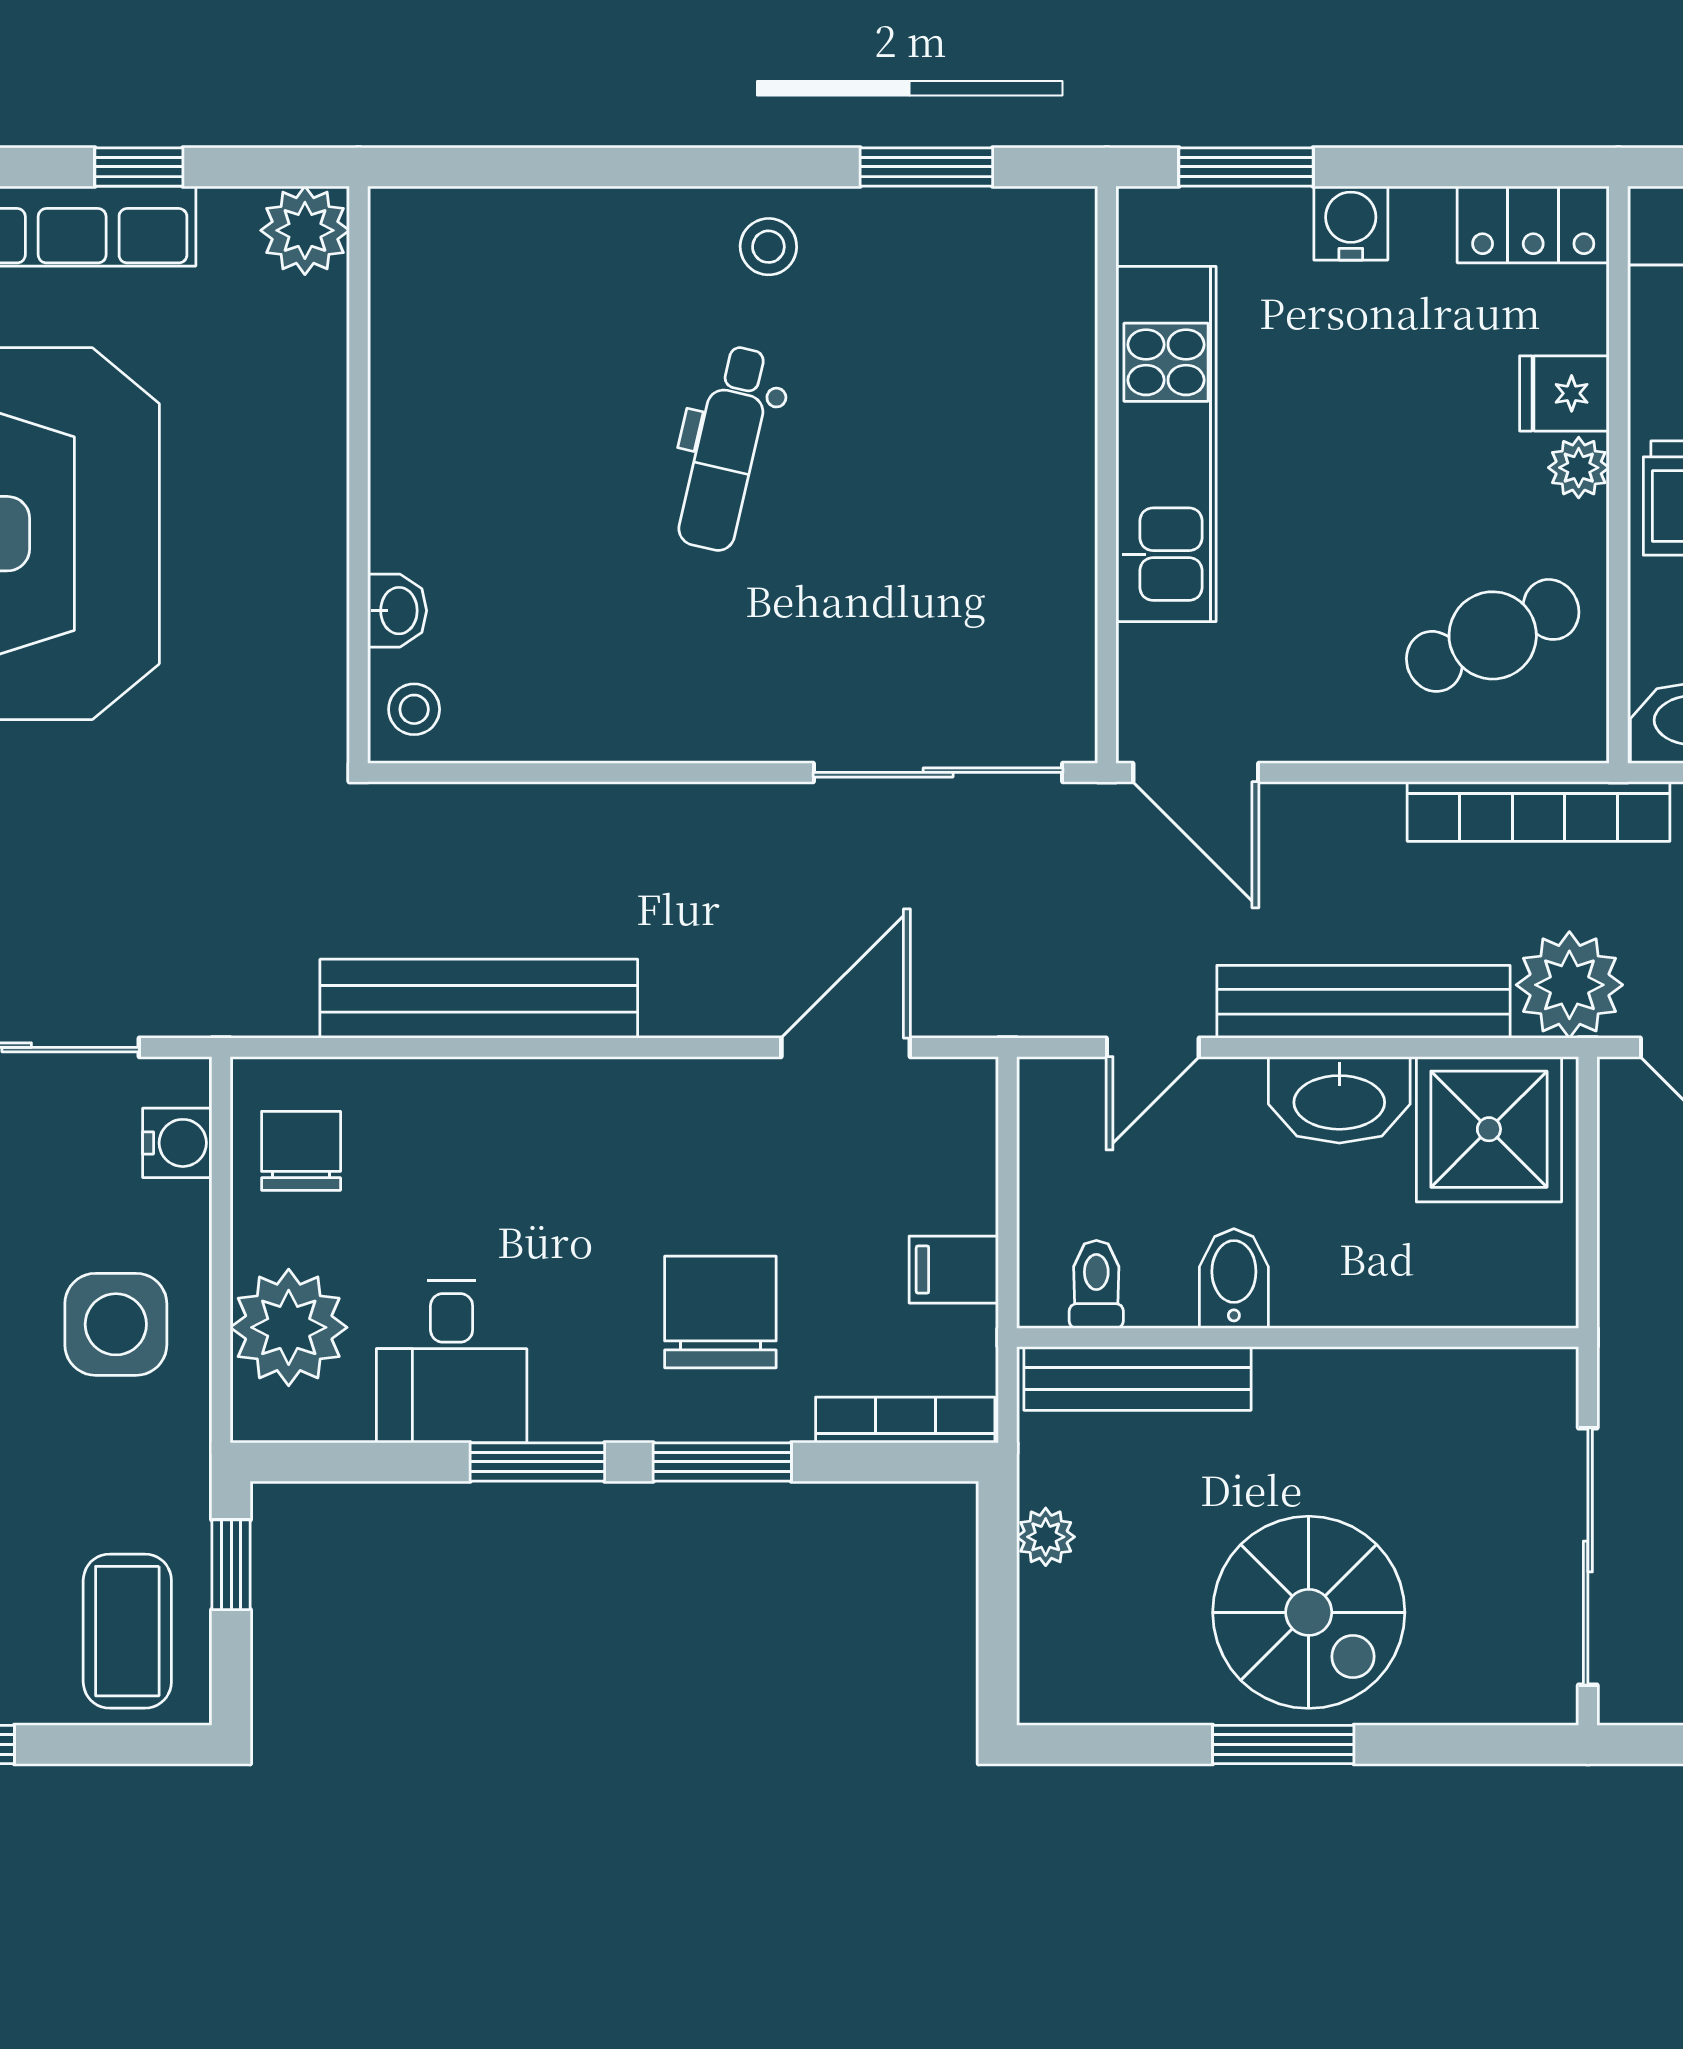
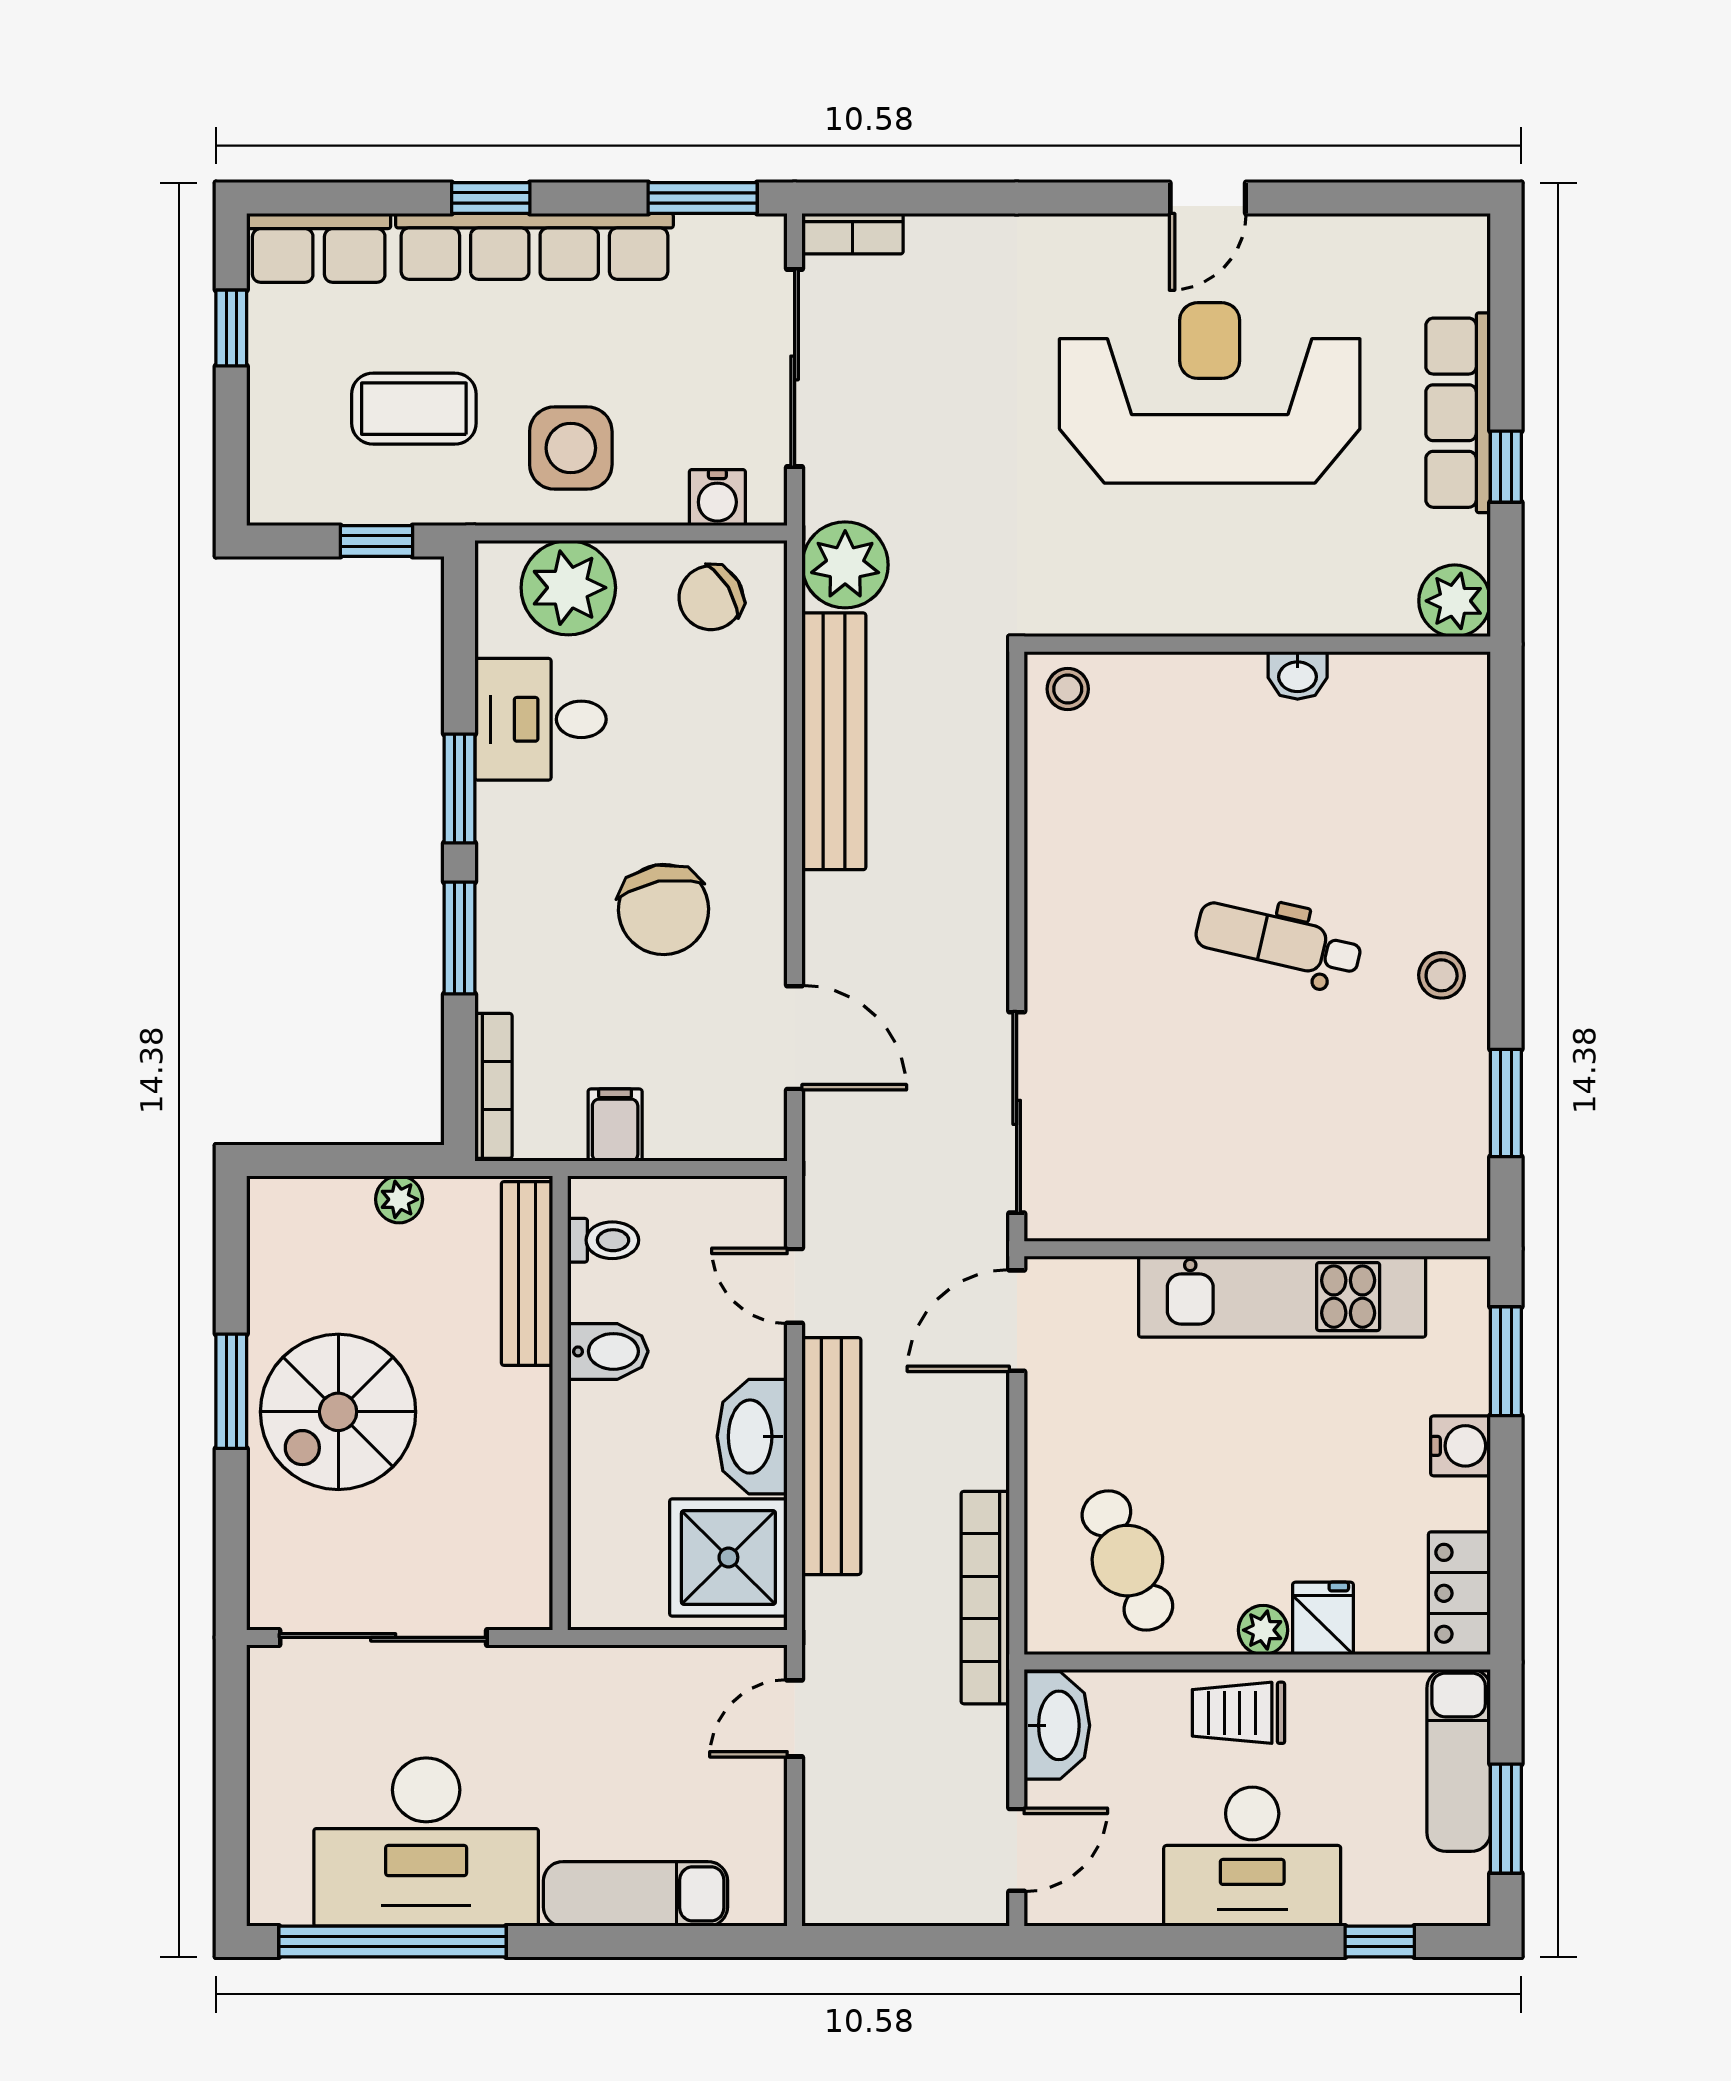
washbasin: (397, 611) -> (1298, 675), moved
plant: (1569, 985) -> (845, 565), moved
chair: (301, 1151) -> (711, 598), turned 149
chair: (720, 1312) -> (664, 910), moved, turned 80
coffee table: (127, 1631) -> (414, 409), moved

